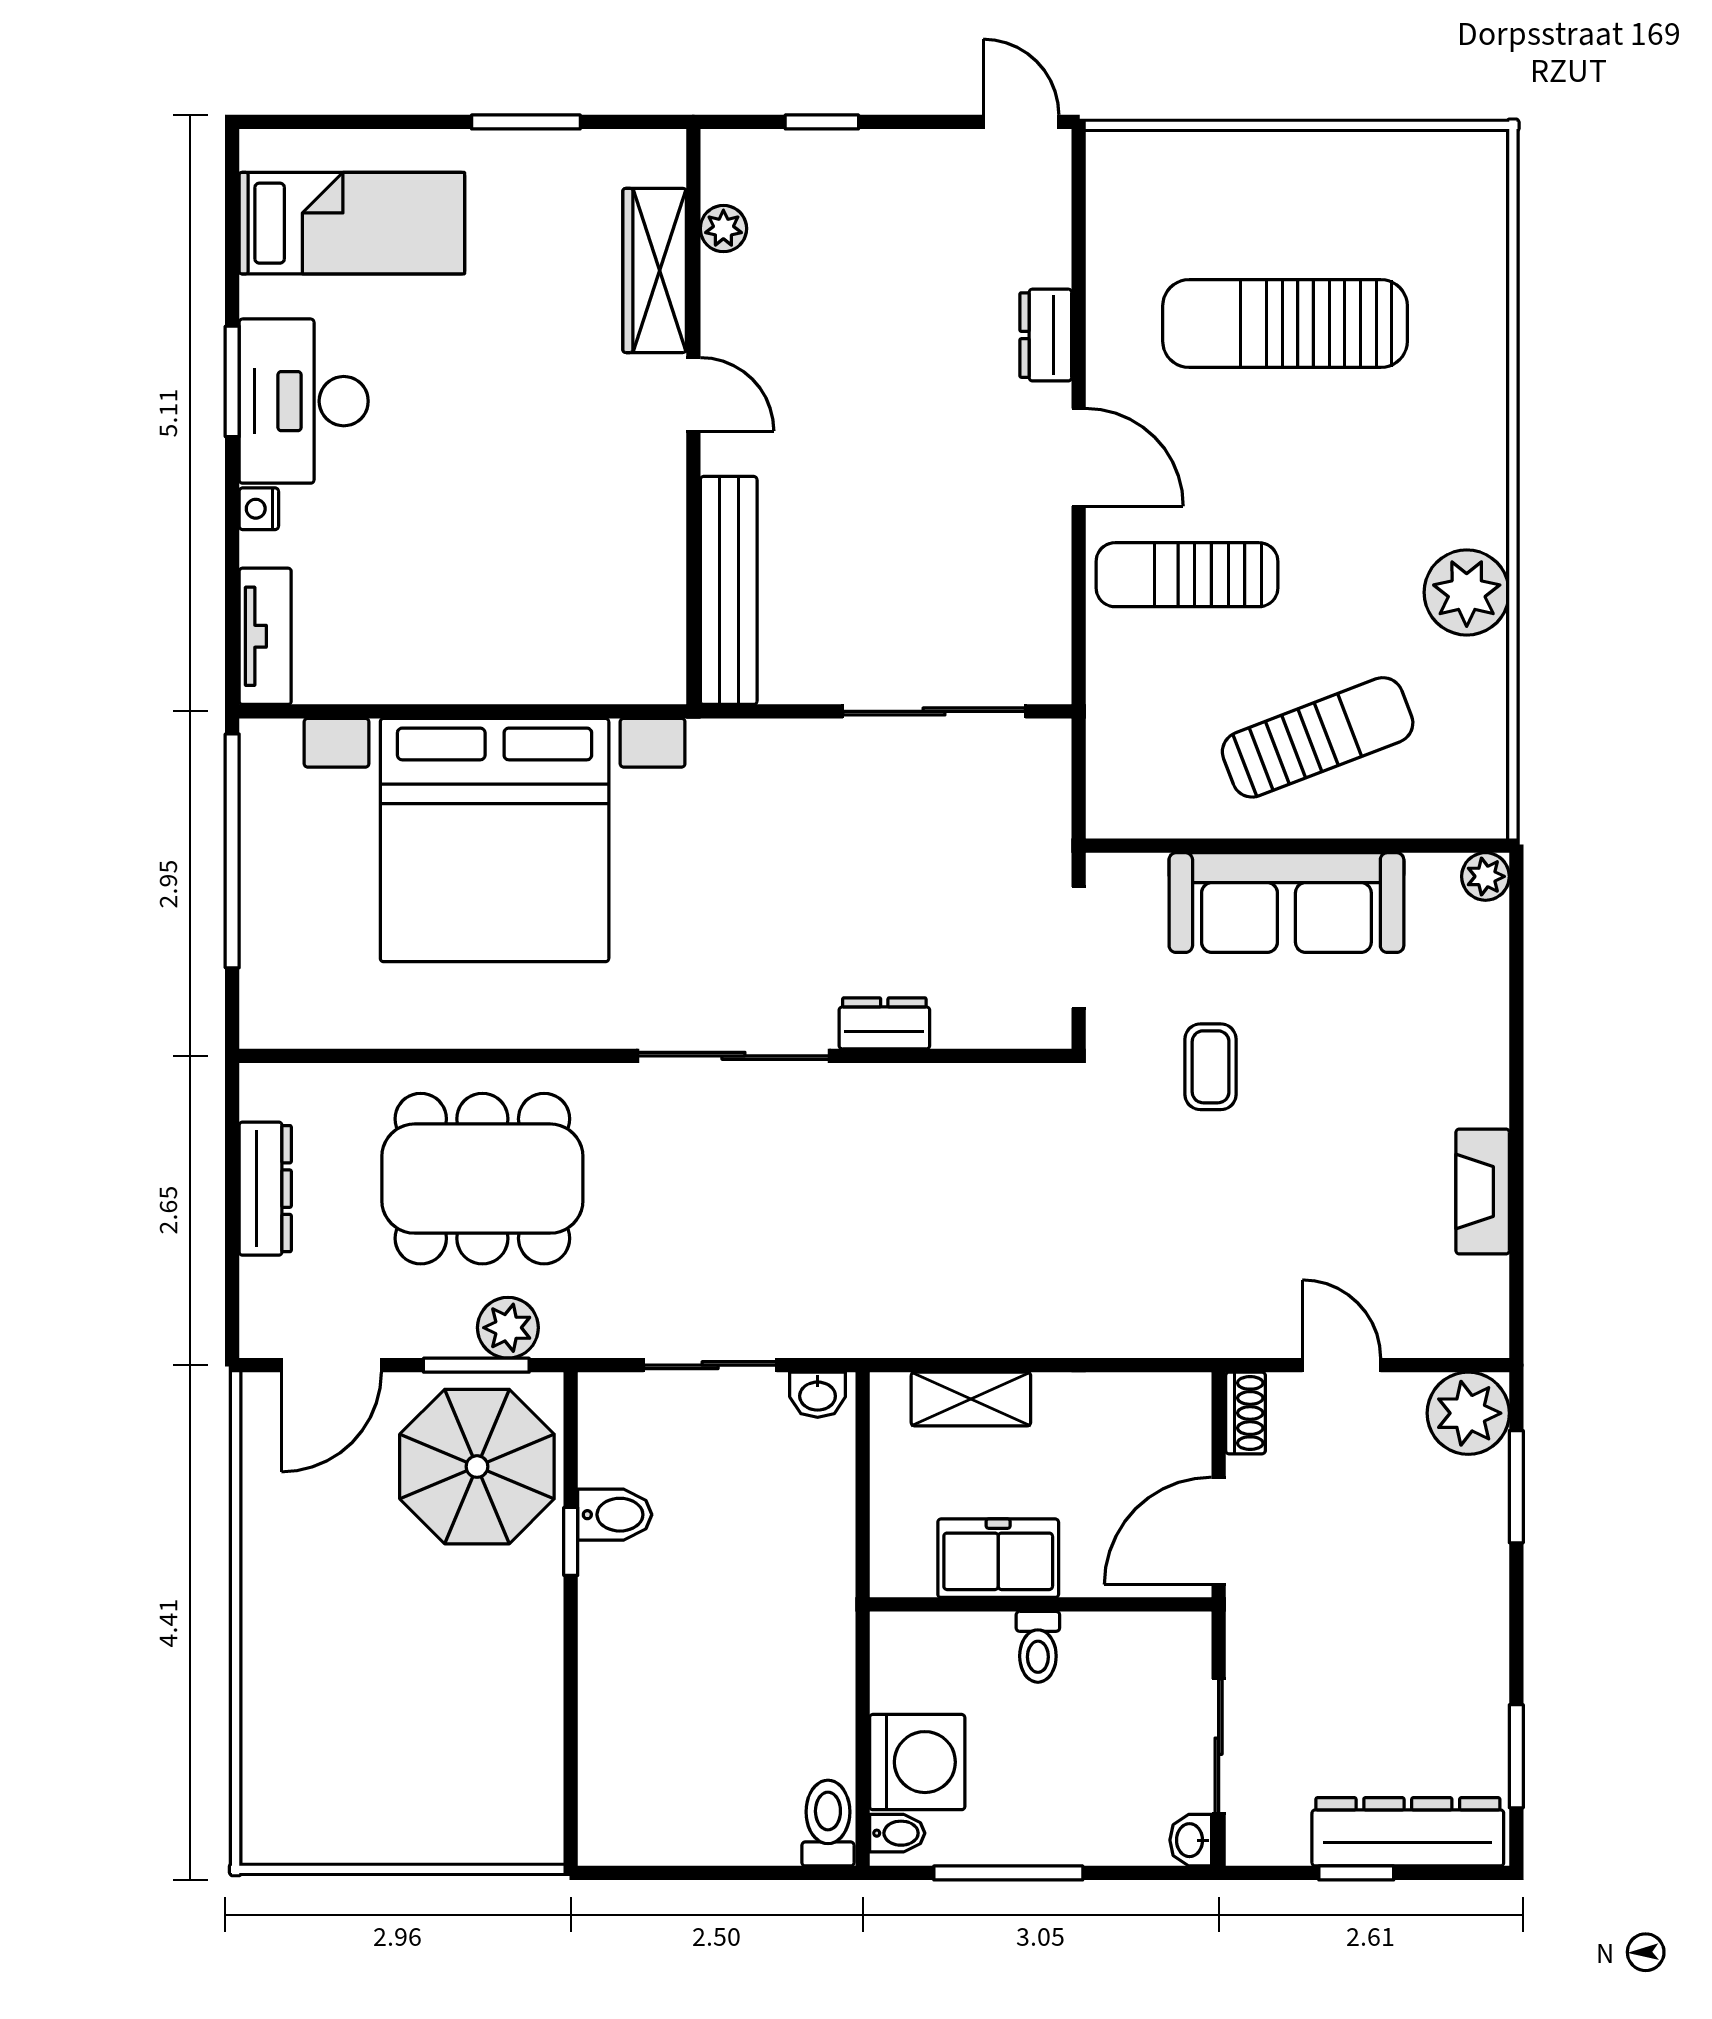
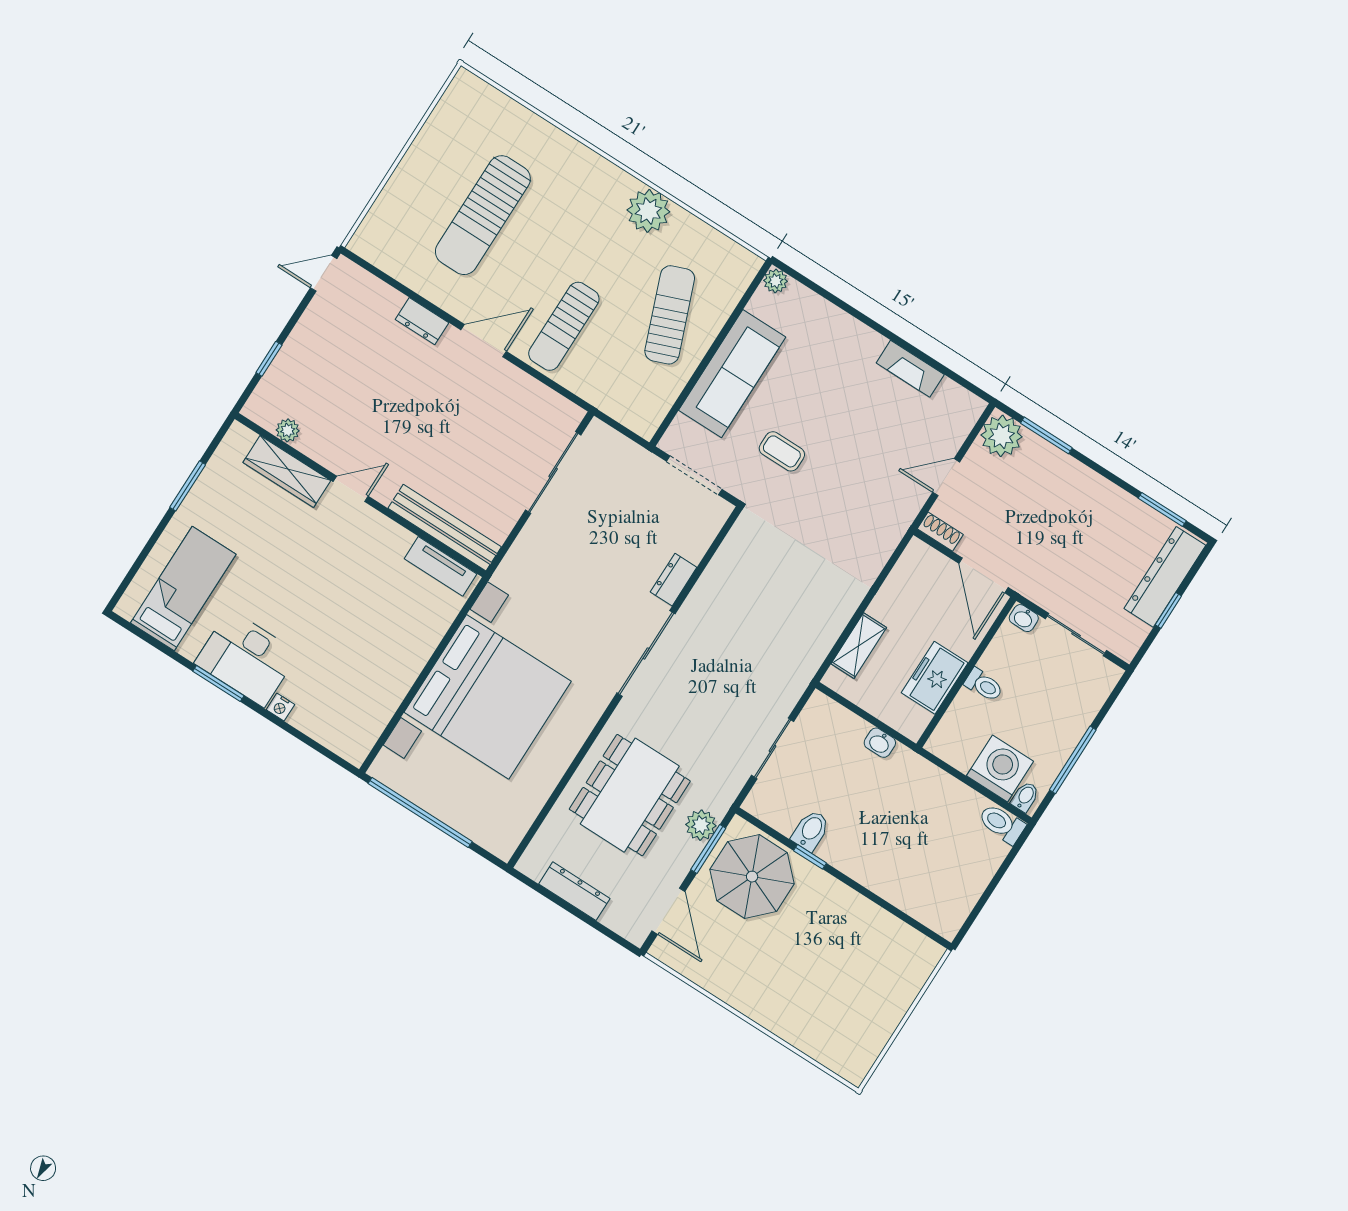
tv unit: (265, 636) -> (441, 566), moved, turned 180
washbasin: (818, 1395) -> (880, 743), moved, turned 90
washbasin: (1191, 1840) -> (1024, 618), moved

